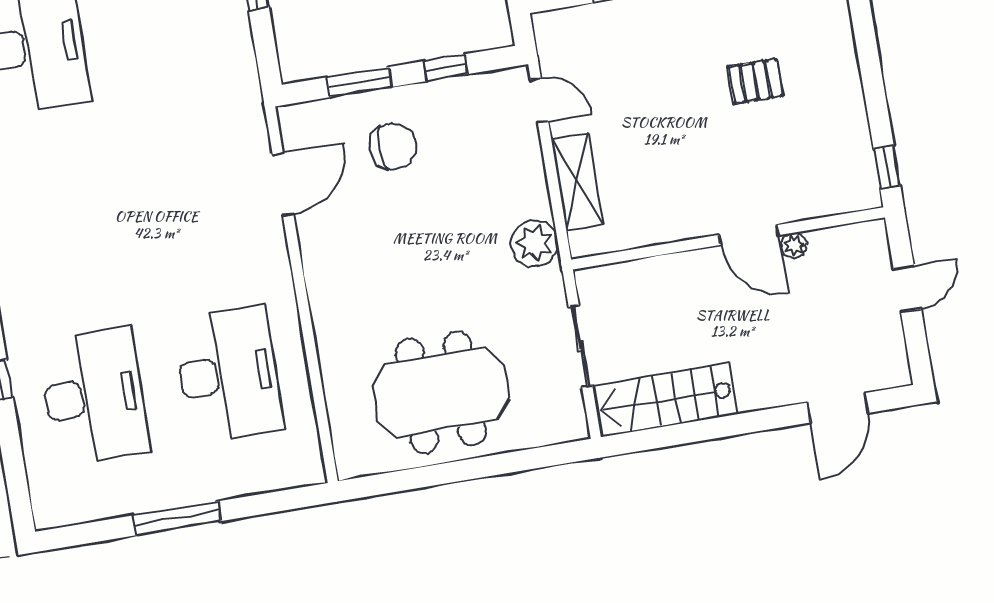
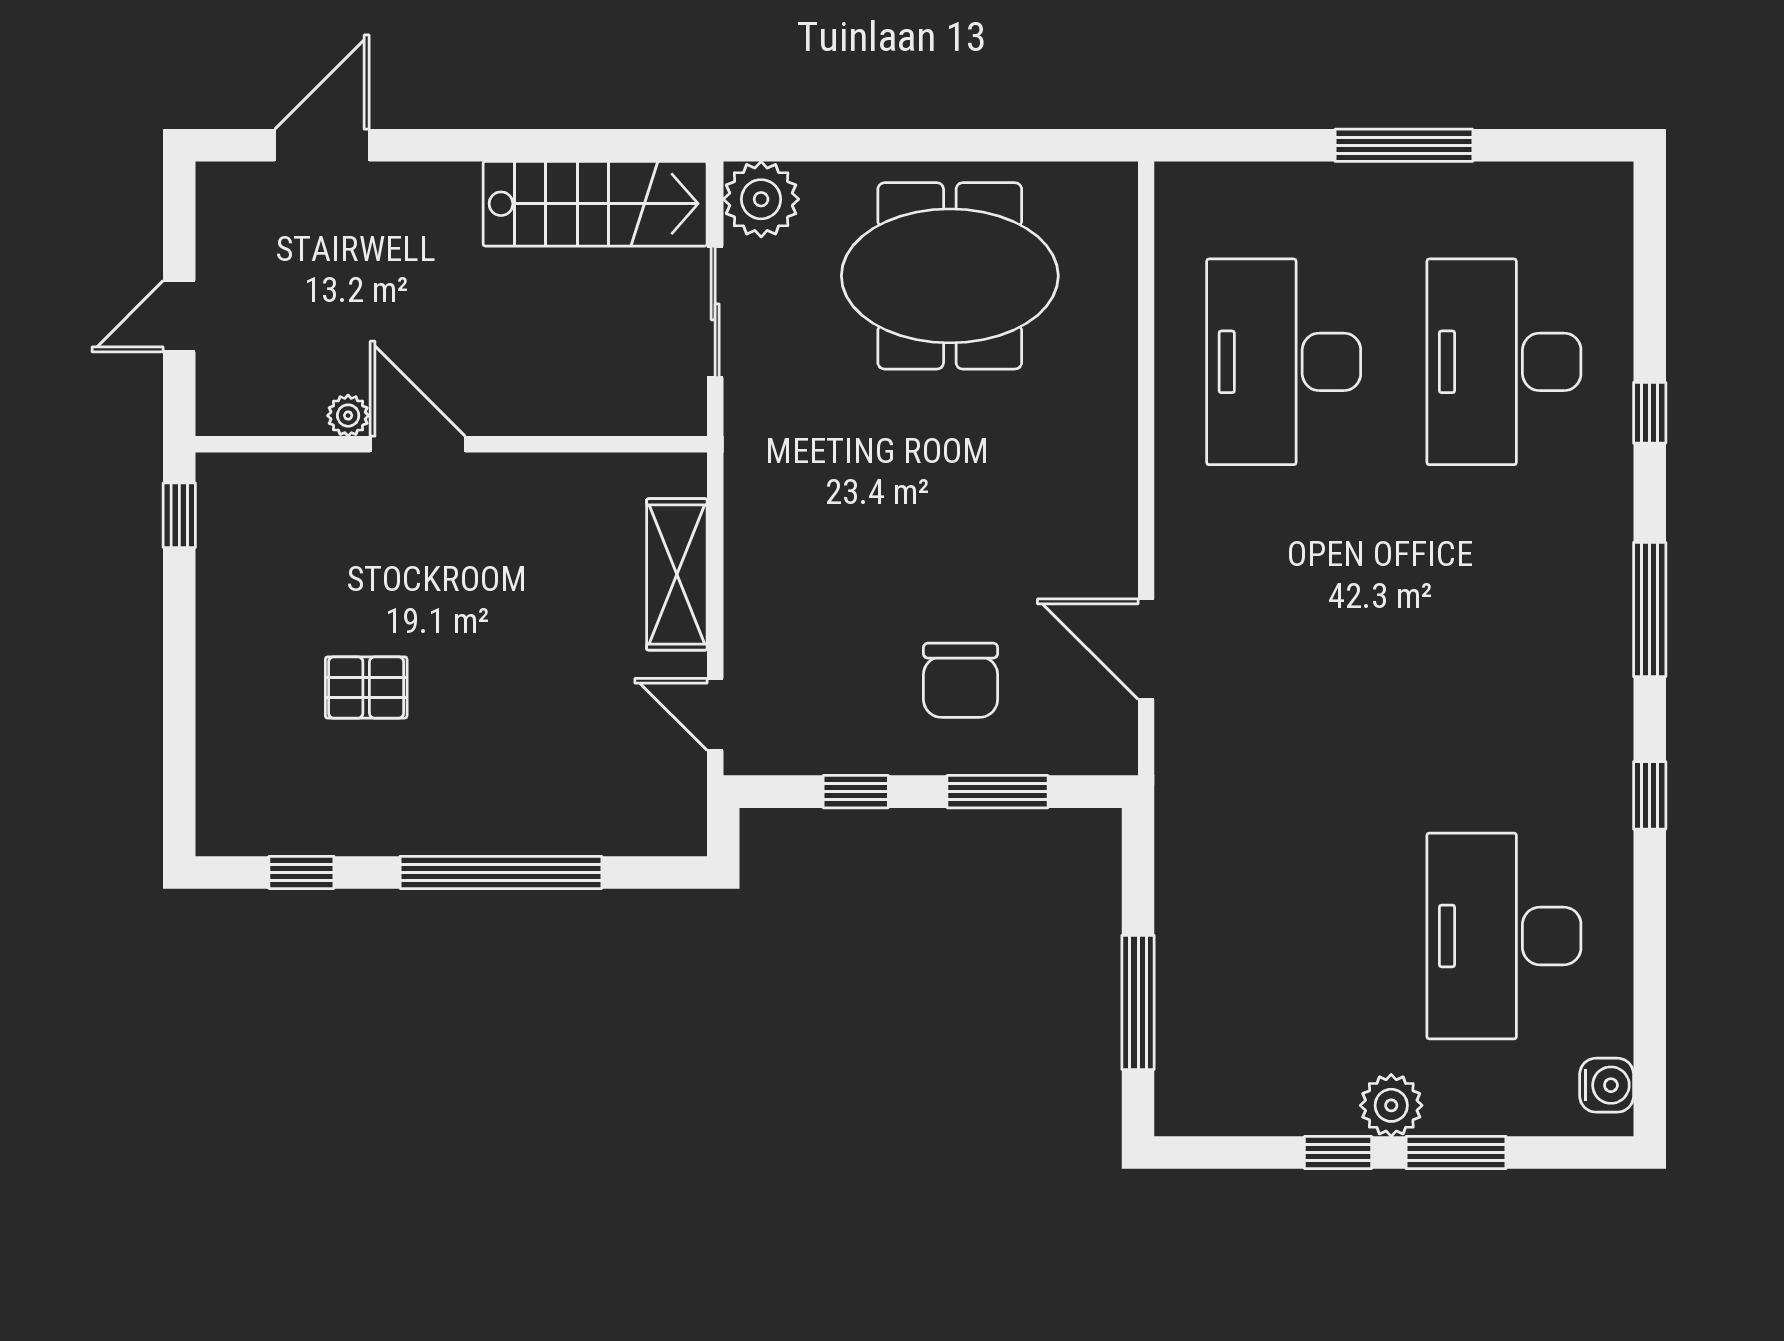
chair: (393, 146) -> (961, 680), turned -90
door: (283, 184) -> (1146, 649), hinge flipped
plant: (534, 243) -> (761, 199), moved

